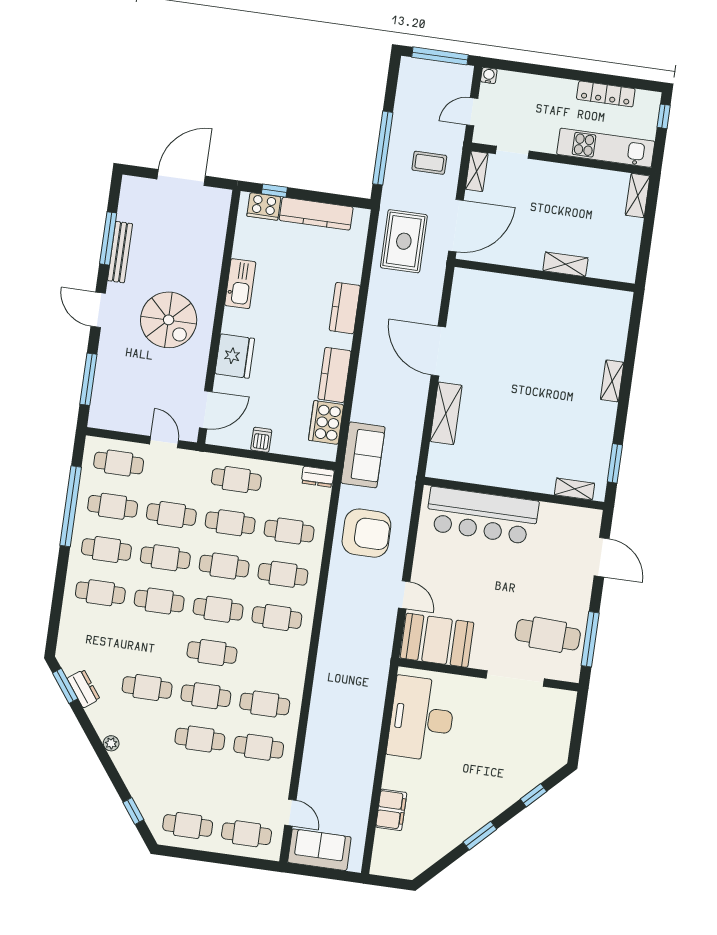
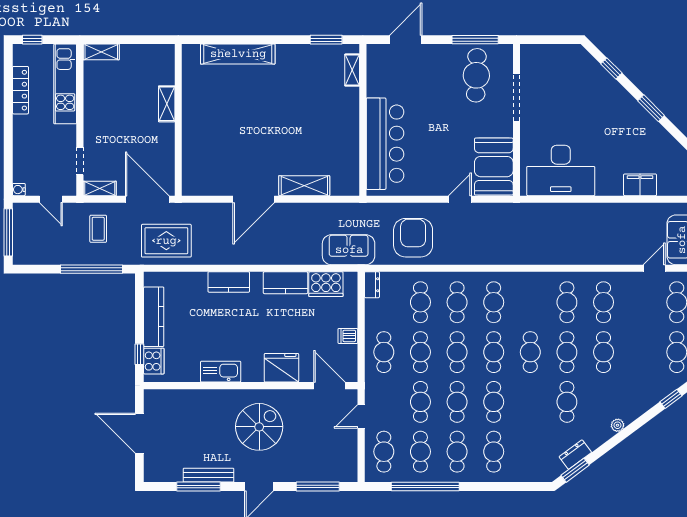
shelving: (612, 381) -> (238, 54), width x2.20, depth x1.33

